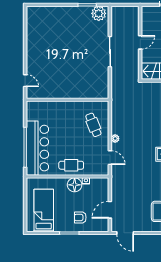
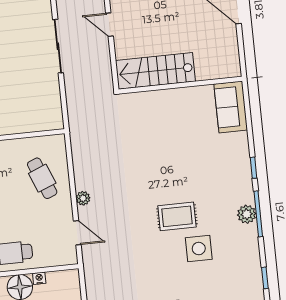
door: (140, 42) -> (110, 25), swing flipped

